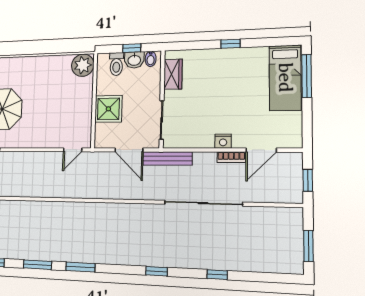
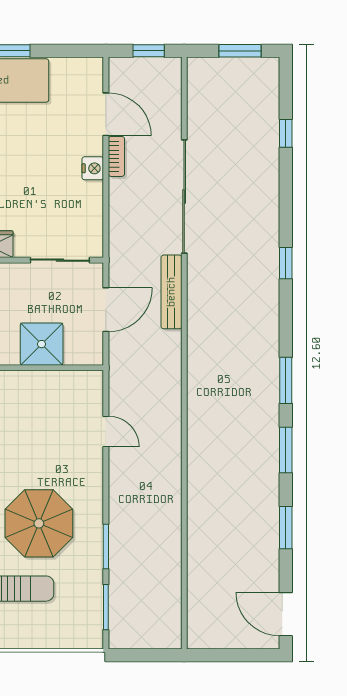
door: (73, 150) -> (106, 431), moved
bench: (167, 158) -> (171, 292), moved
window: (217, 275) -> (286, 133), moved

